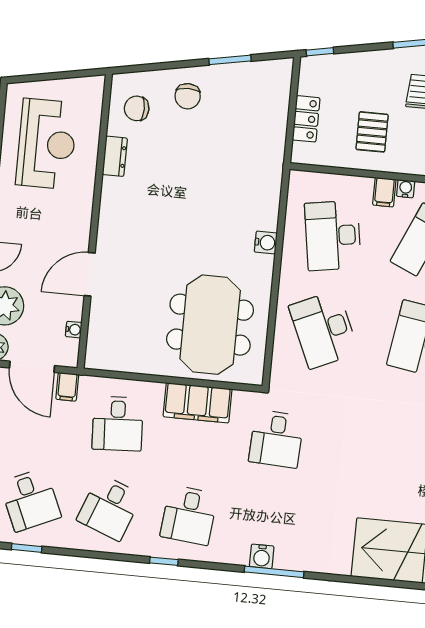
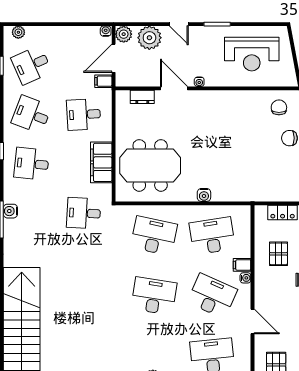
pallet: (372, 132) -> (278, 254), turned 90
dresser: (115, 156) -> (142, 97), moved
desk: (324, 329) -> (154, 236), turned 36
water cooler: (74, 330) -> (199, 82), moved

